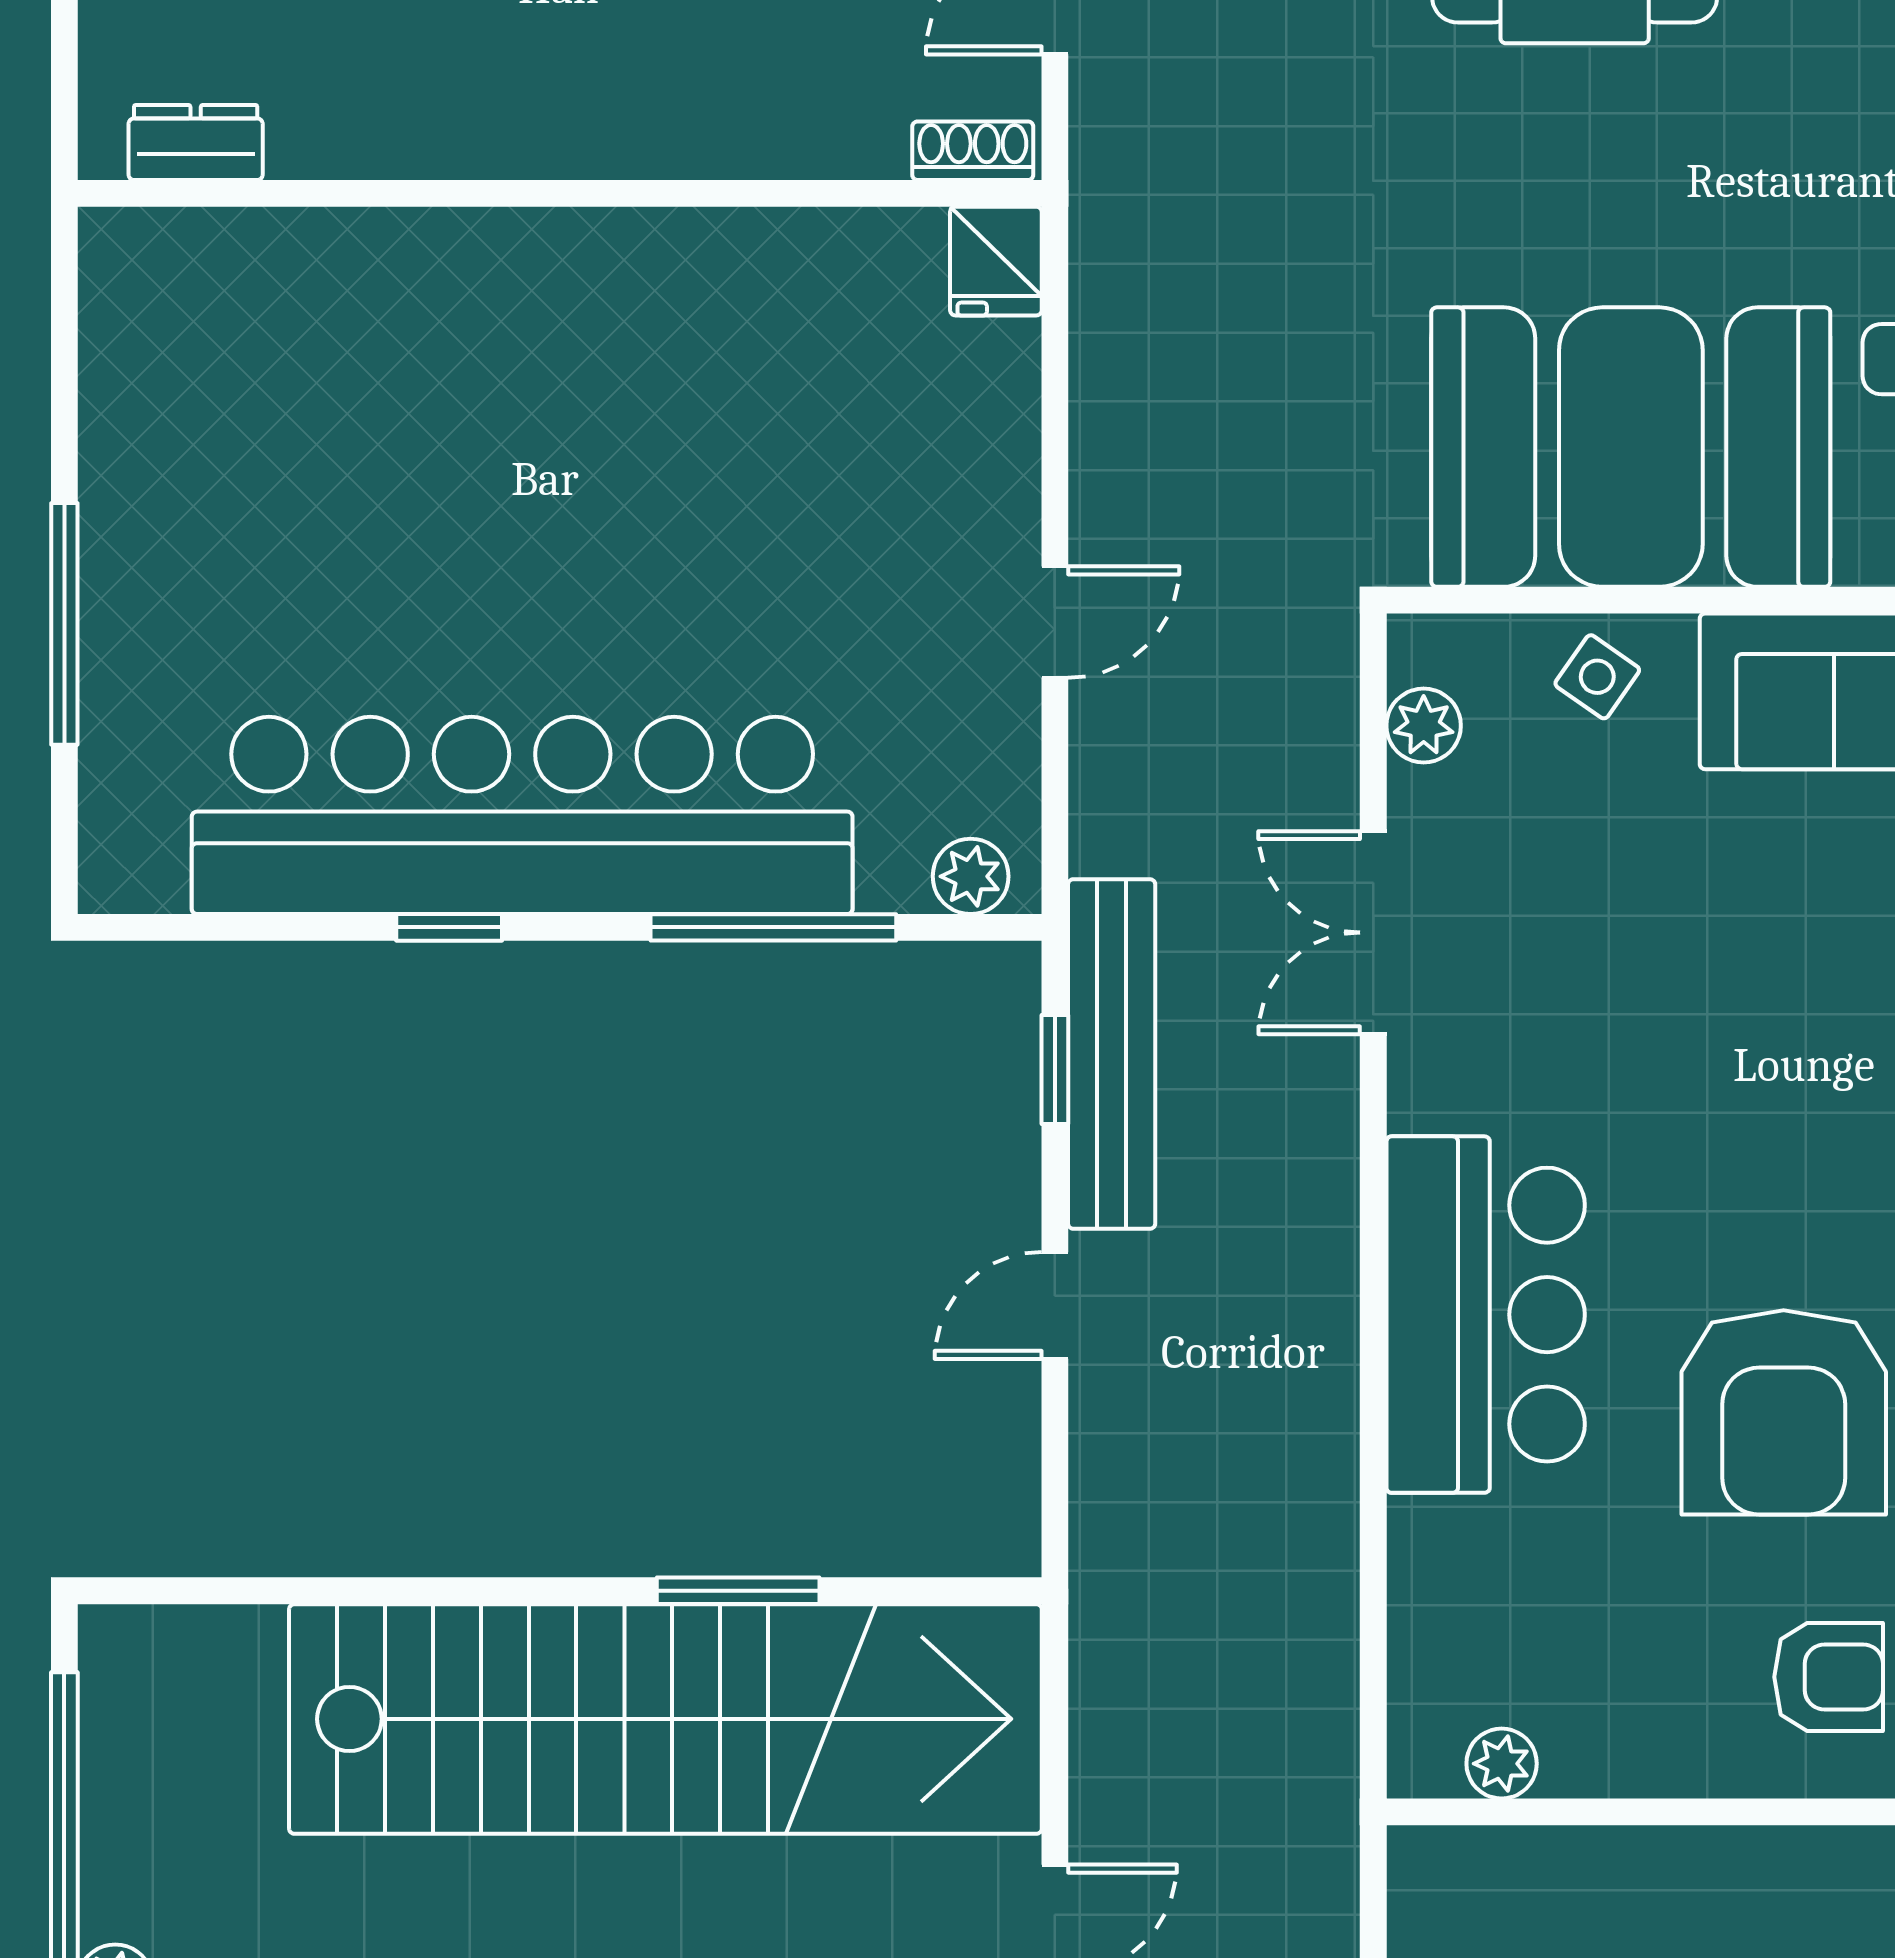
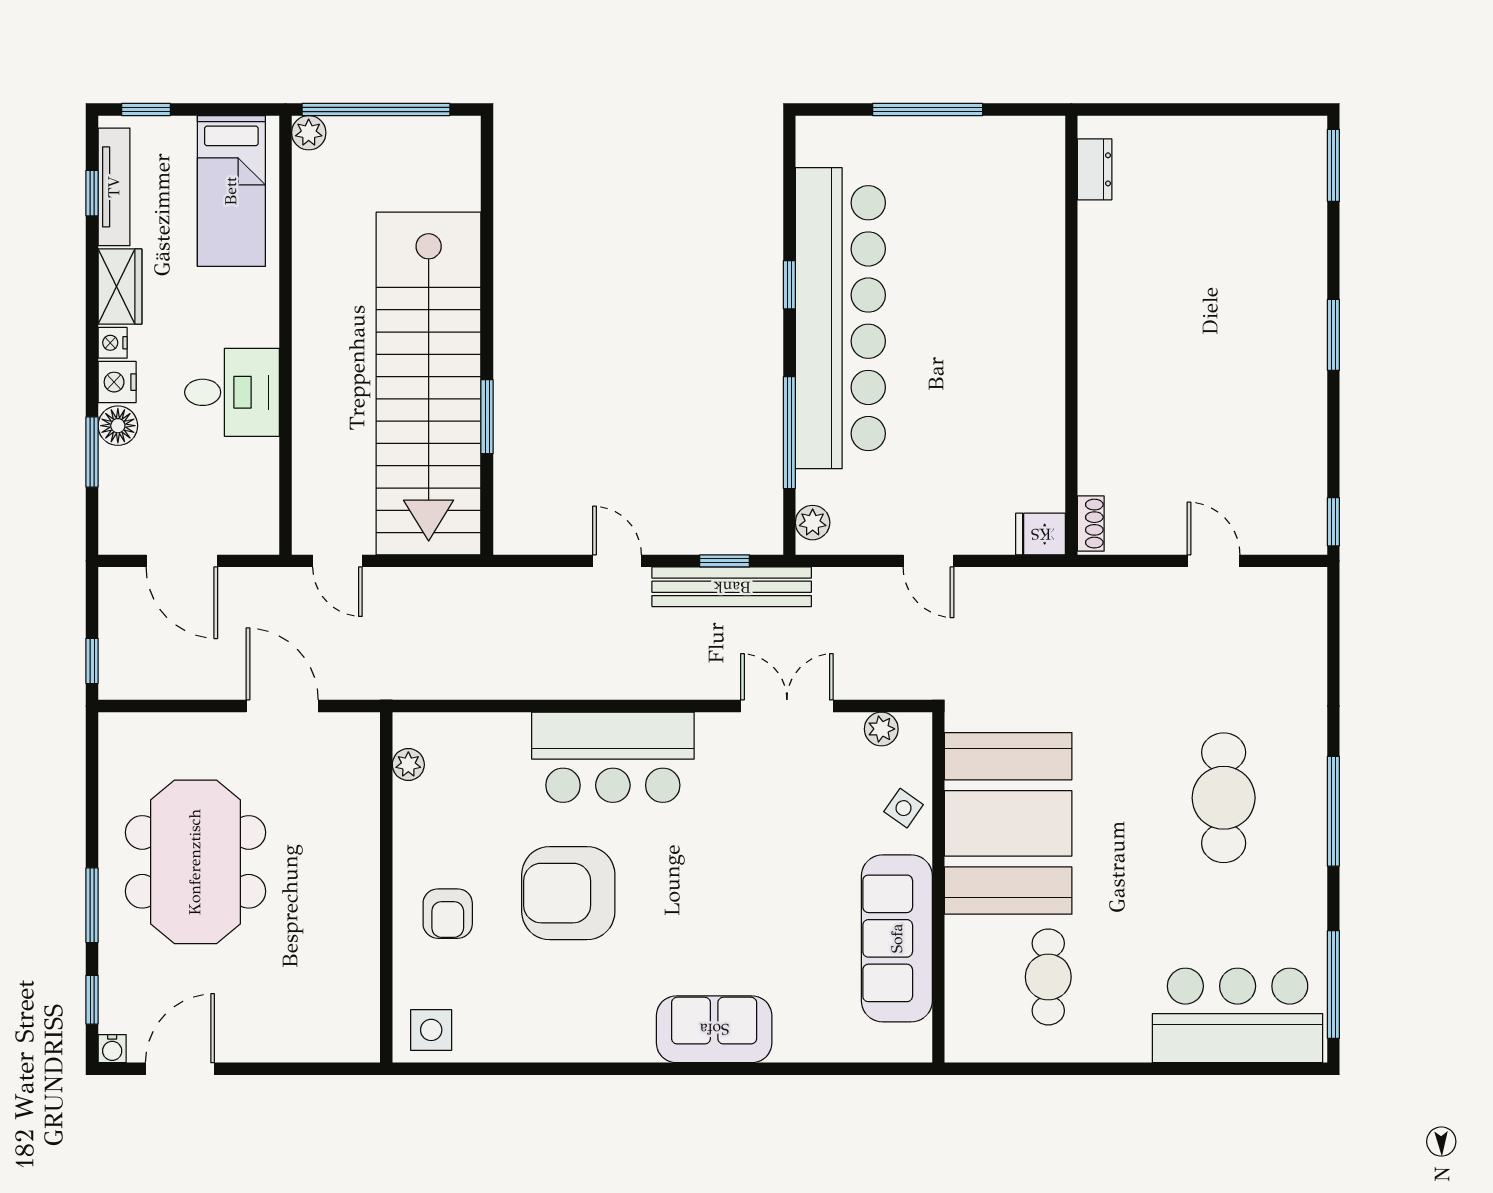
dresser: (196, 142) -> (1095, 169), moved
shoe rack: (973, 151) -> (1091, 524), moved
wall: (560, 193) -> (1071, 335), moved
fridge: (996, 261) -> (1041, 534), moved

